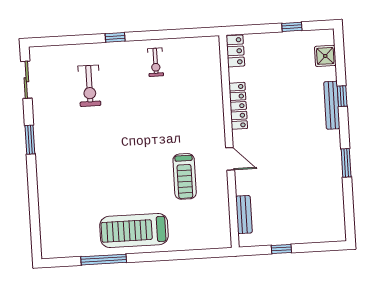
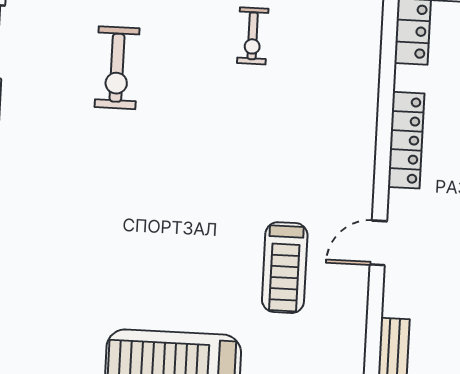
door: (230, 159) -> (378, 243), swing flipped

